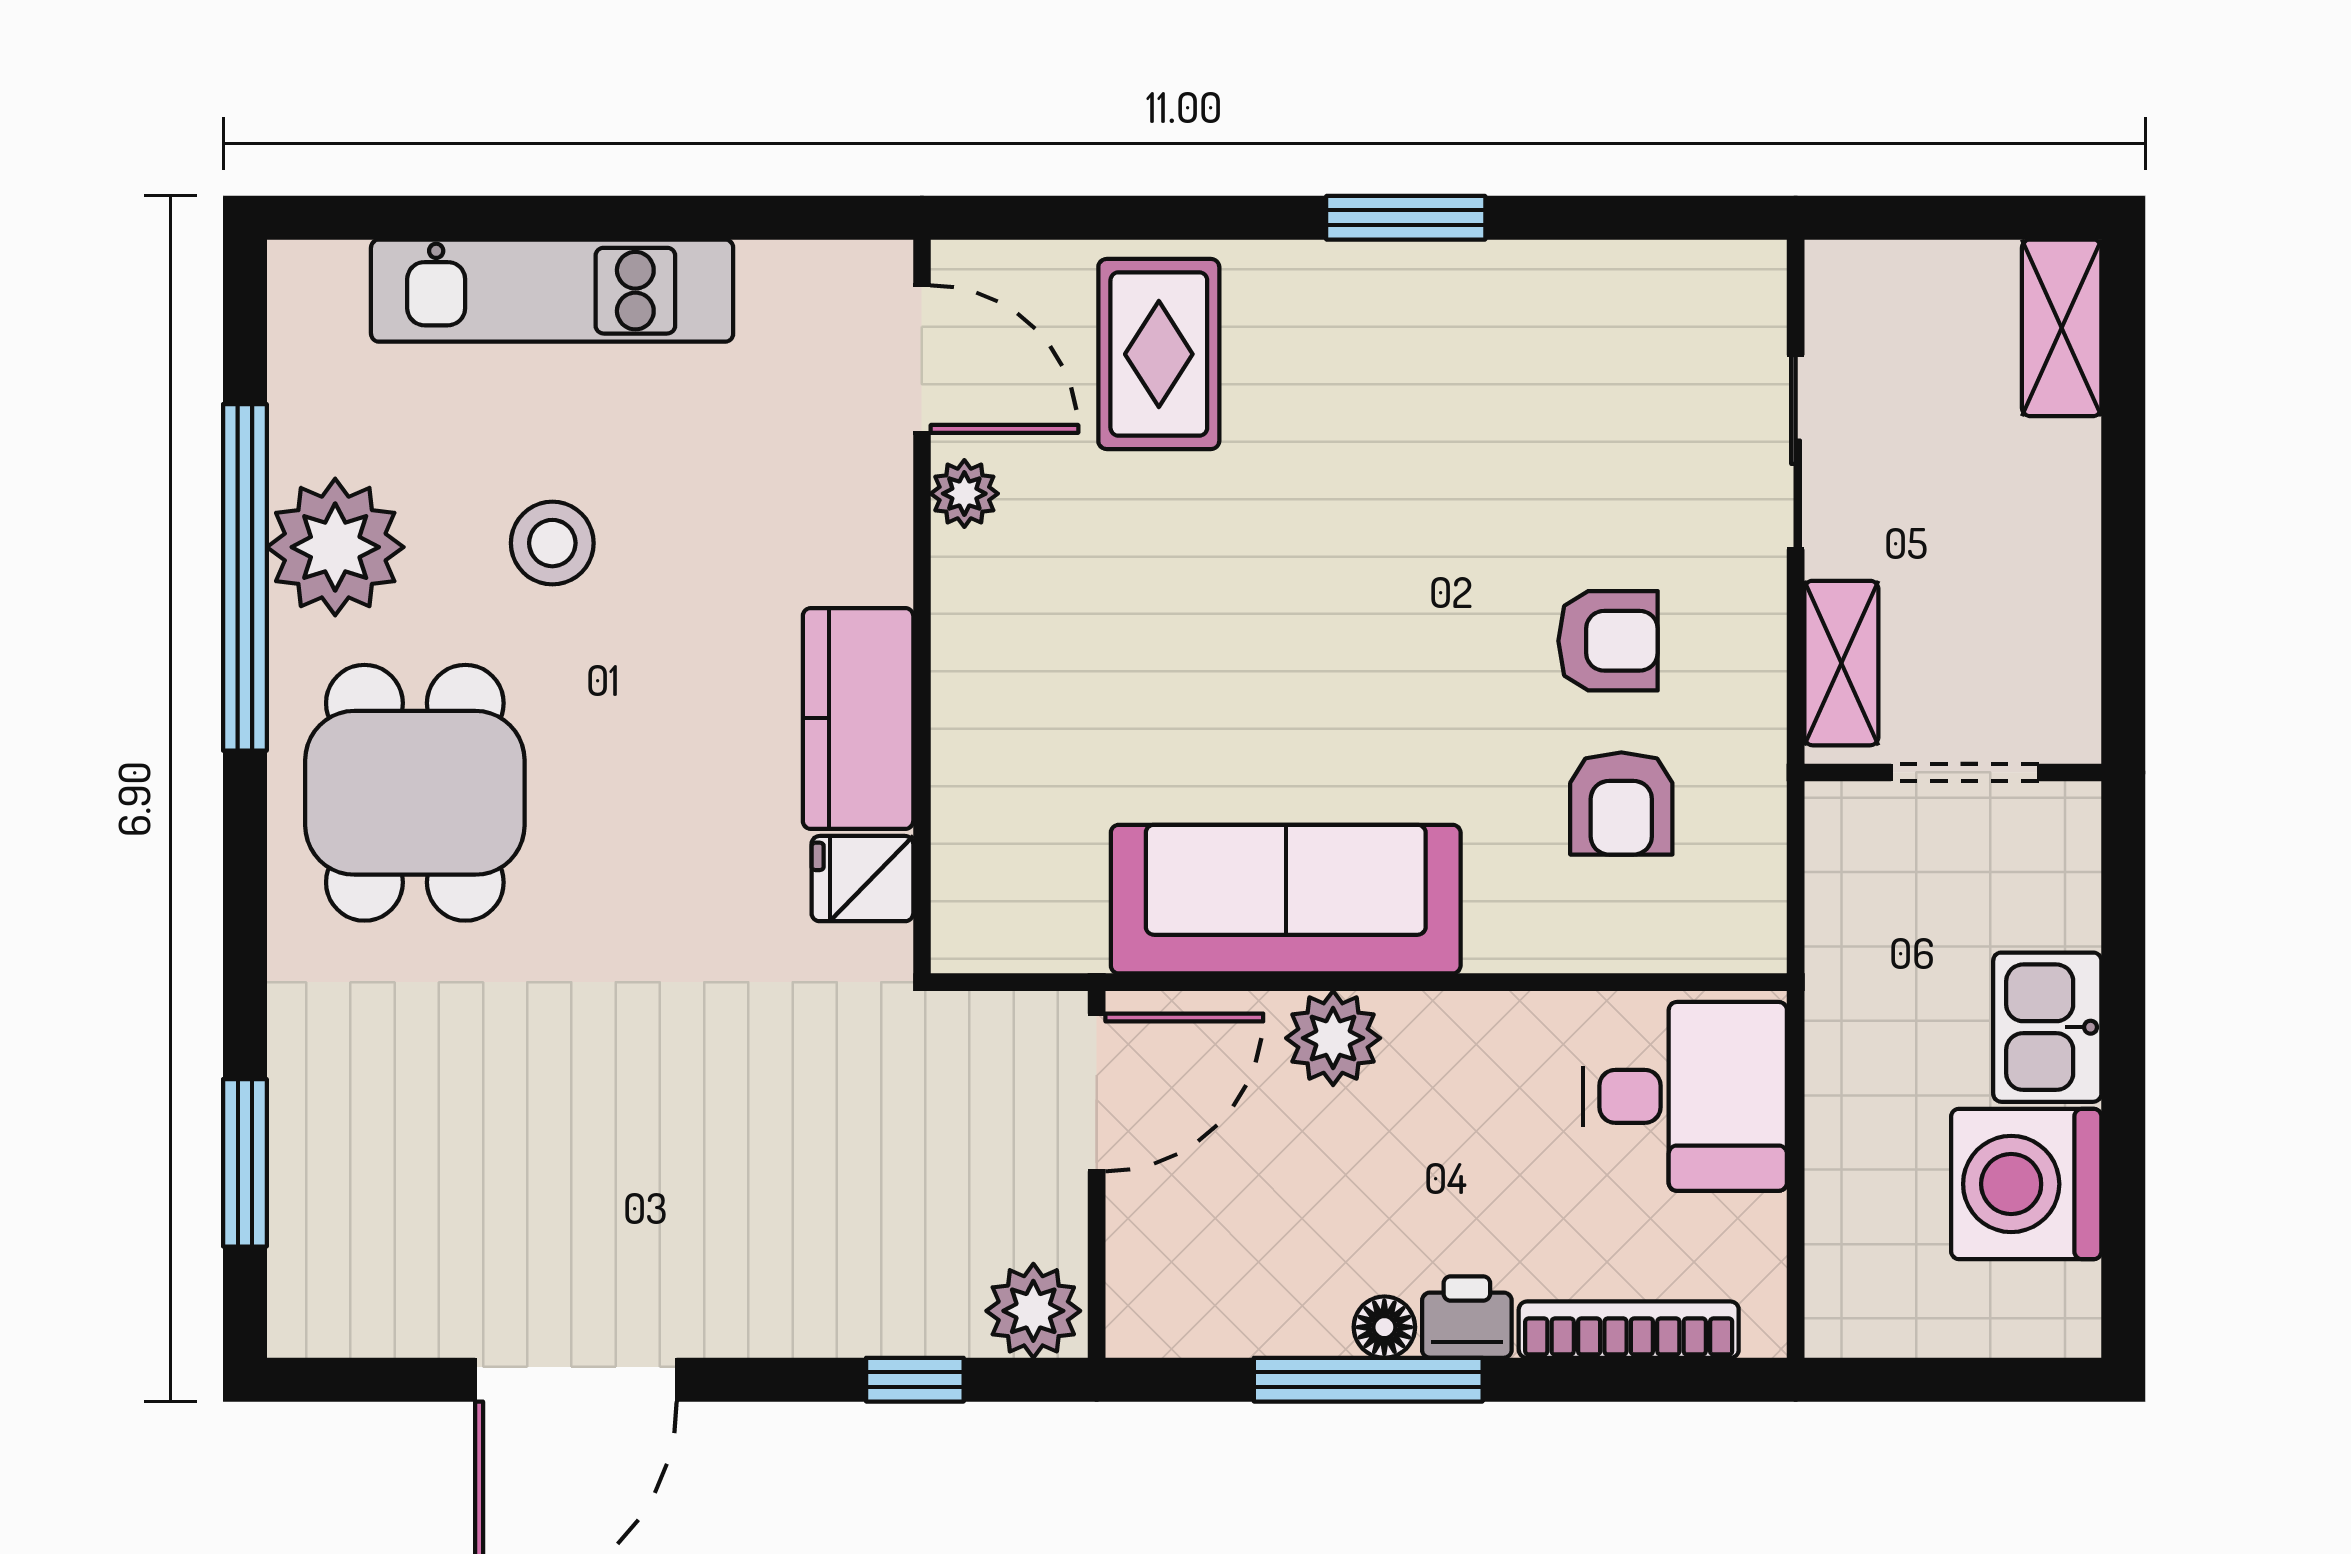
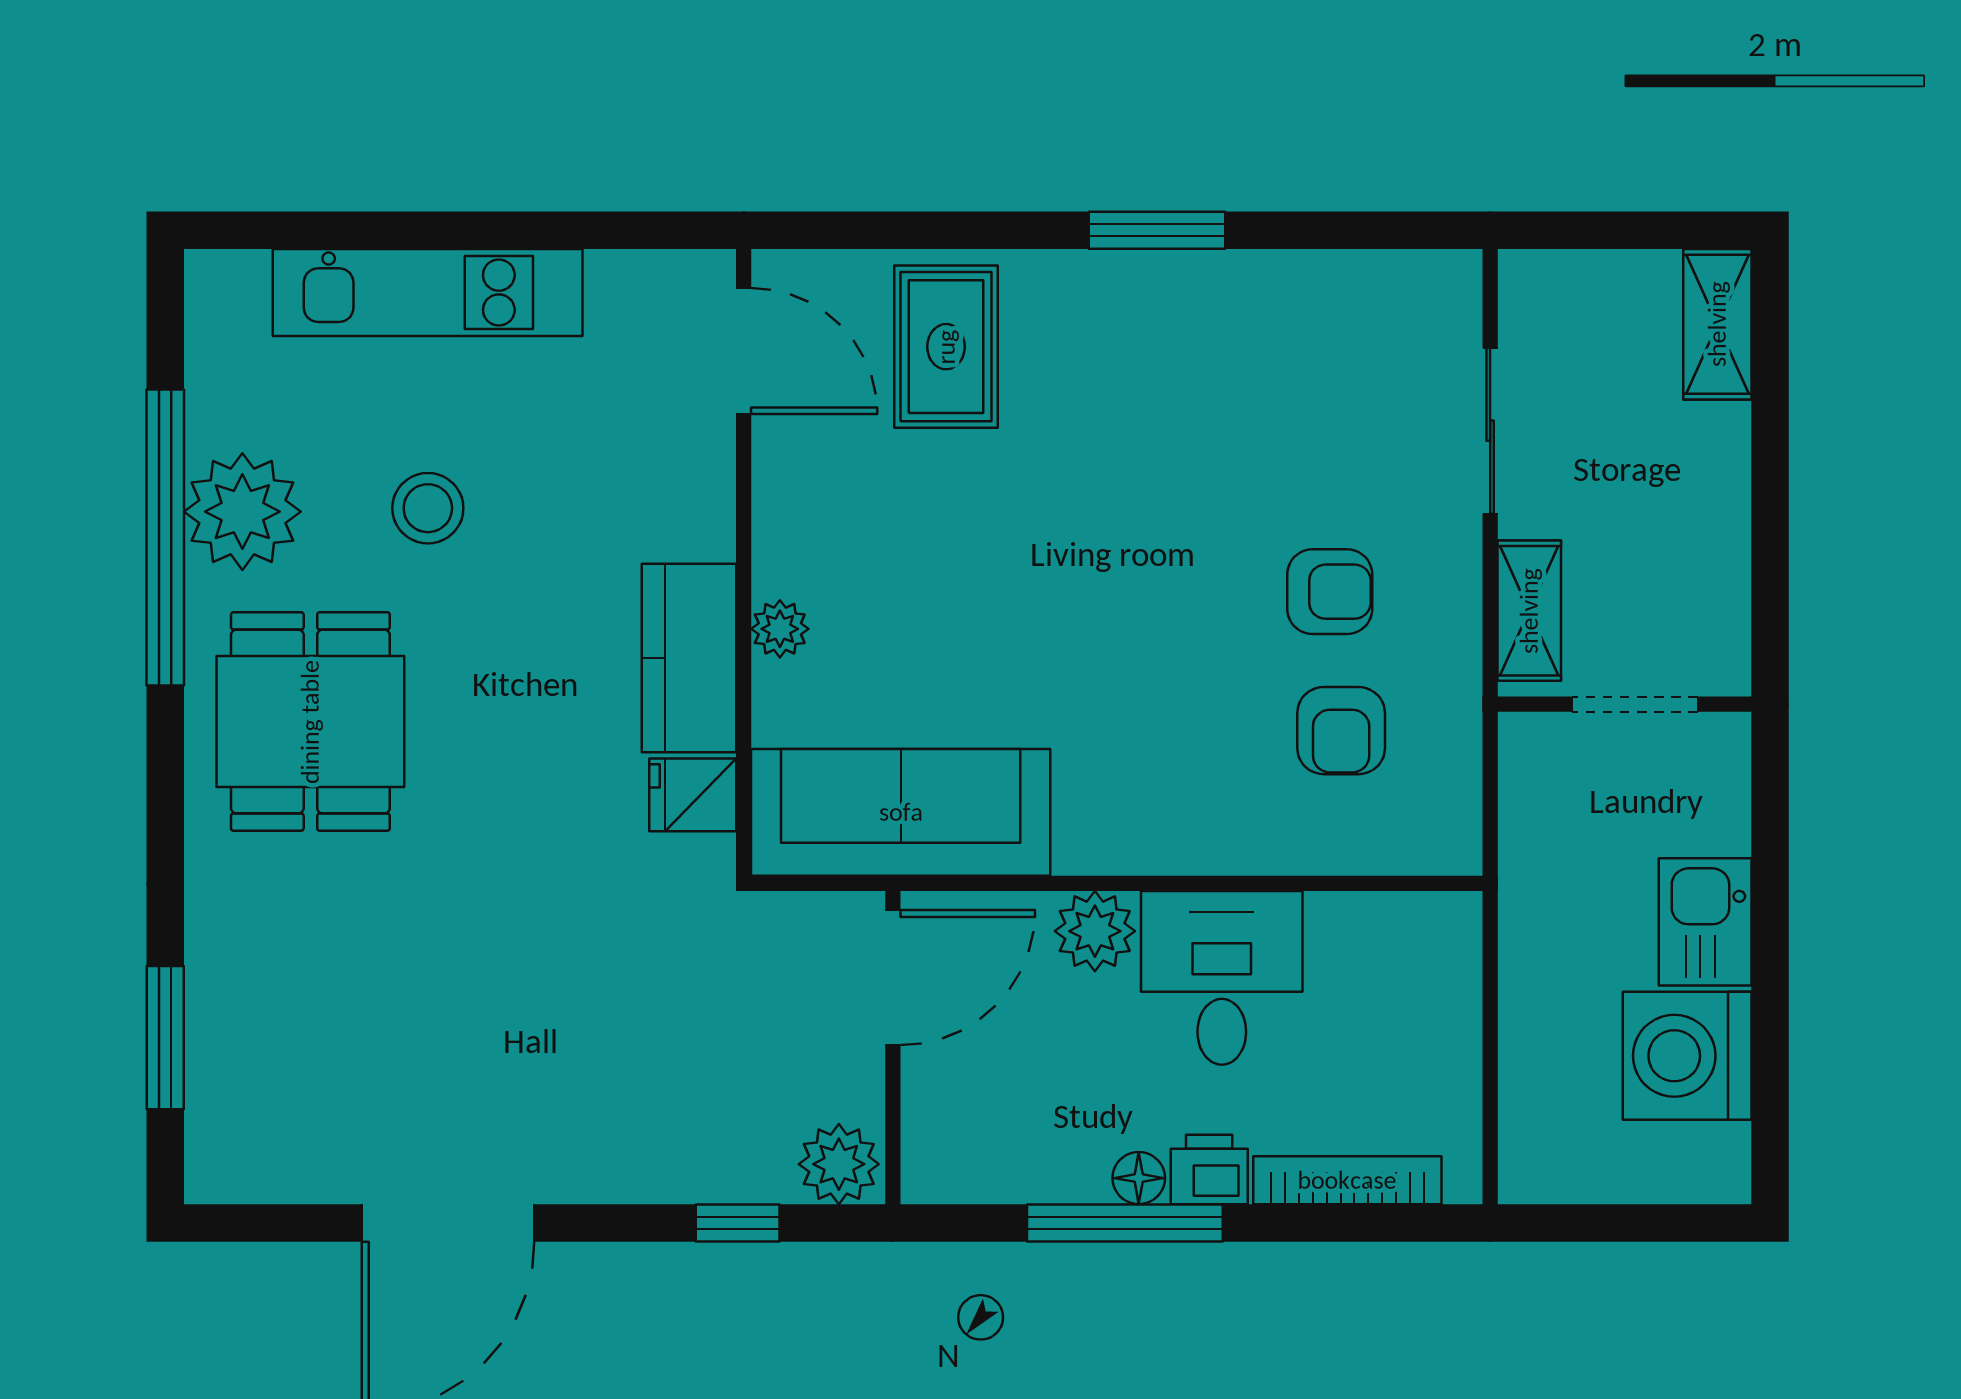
plant: (964, 494) -> (780, 629), moved
sofa: (1286, 899) -> (901, 812), moved
desk: (1685, 1096) -> (1222, 978), moved, turned -90

